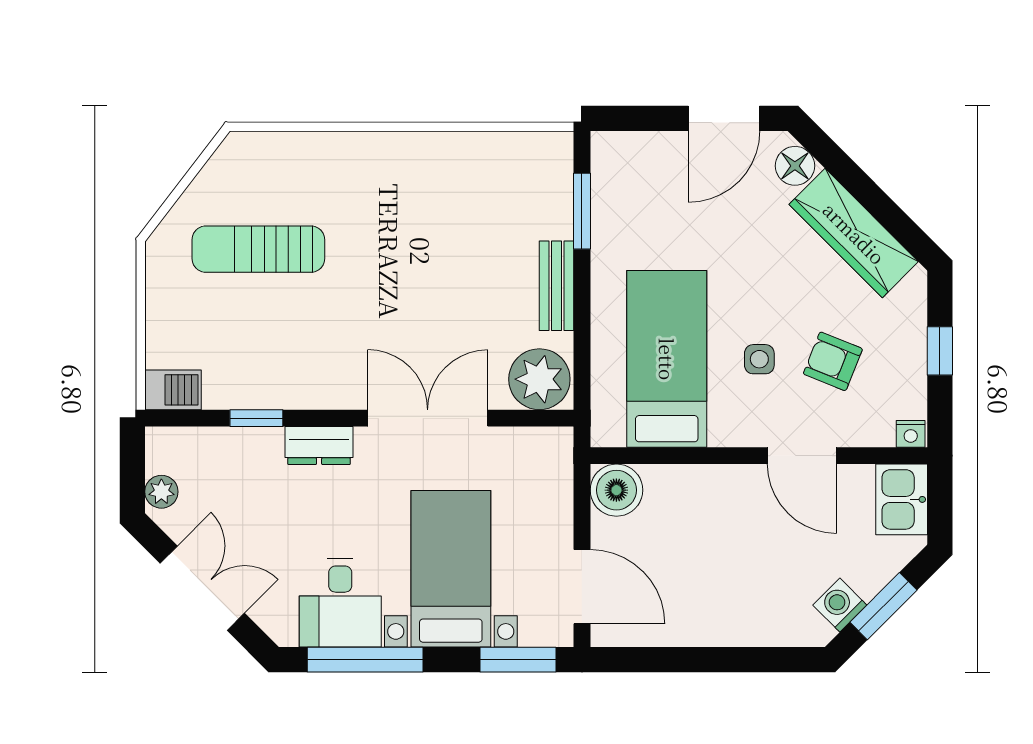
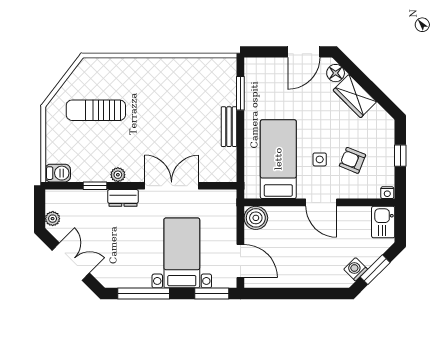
wardrobe: (854, 233) -> (355, 96), width x0.67
plant: (539, 379) -> (118, 175), moved, width x0.53, depth x0.53
door: (802, 456) -> (321, 202), moved
desk: (340, 603) -> (132, 268), removed

